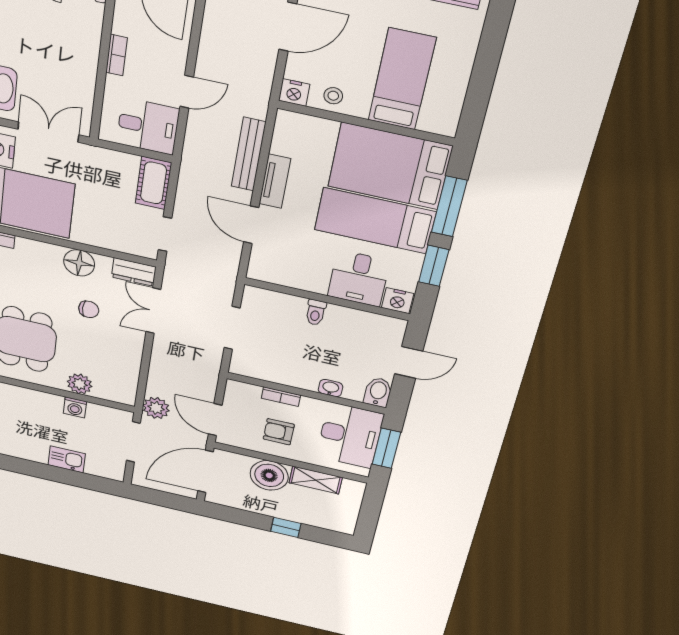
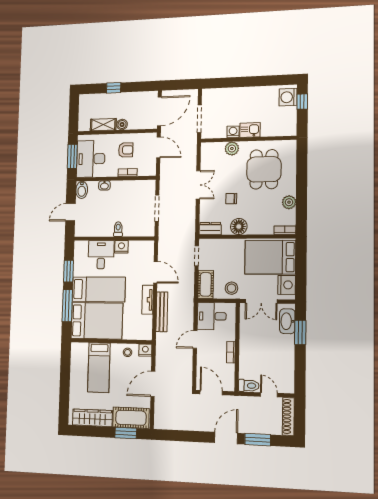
stool: (104, 166) -> (231, 288), added
nightstand: (398, 301) -> (121, 247), moved
double door: (153, 311) -> (198, 185), moved
plant: (156, 408) -> (190, 145), removed
kitchen sink: (67, 459) -> (250, 130), moved, turned 180
boiler: (269, 475) -> (122, 125), width x0.54, depth x0.54

